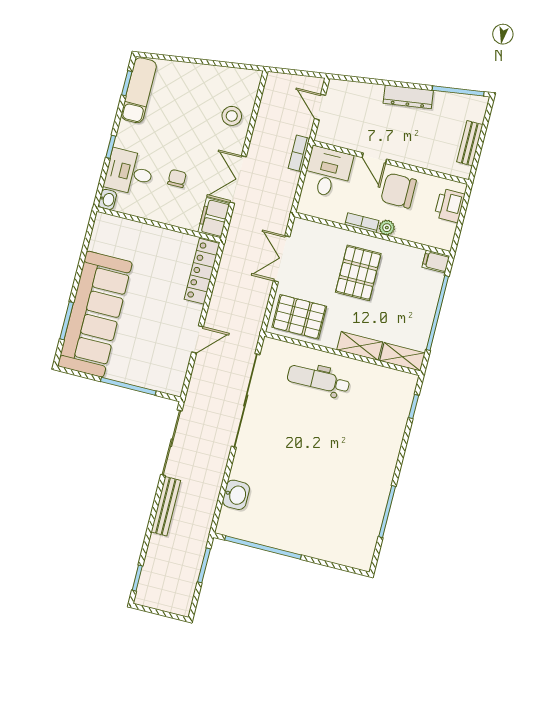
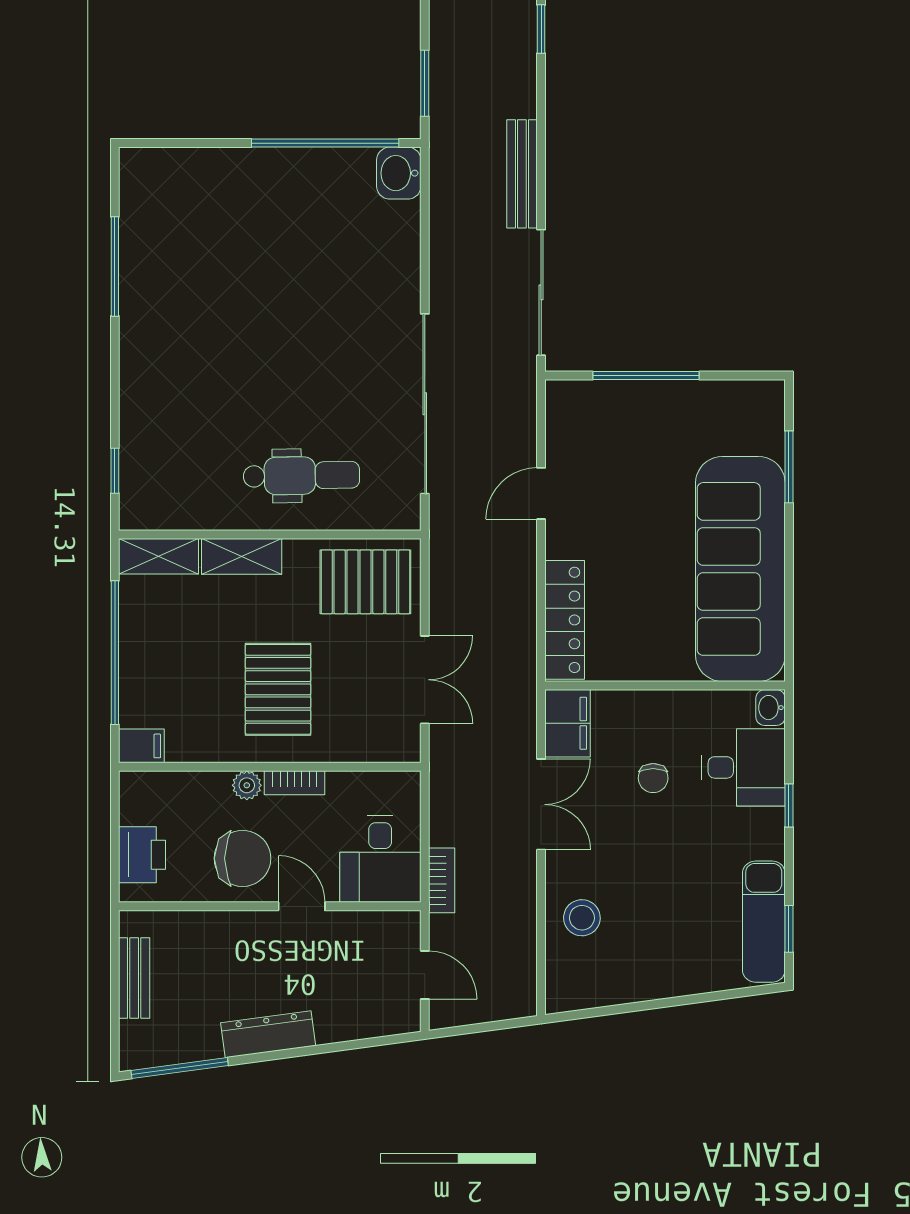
sofa: (95, 314) -> (740, 569), moved
washbasin: (236, 495) -> (399, 173), moved

